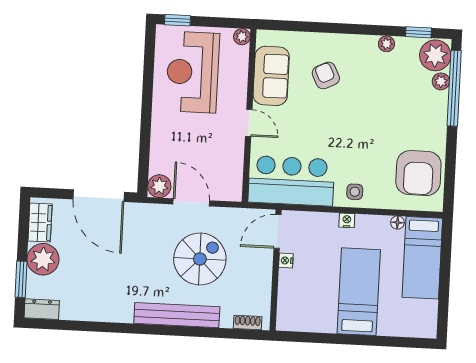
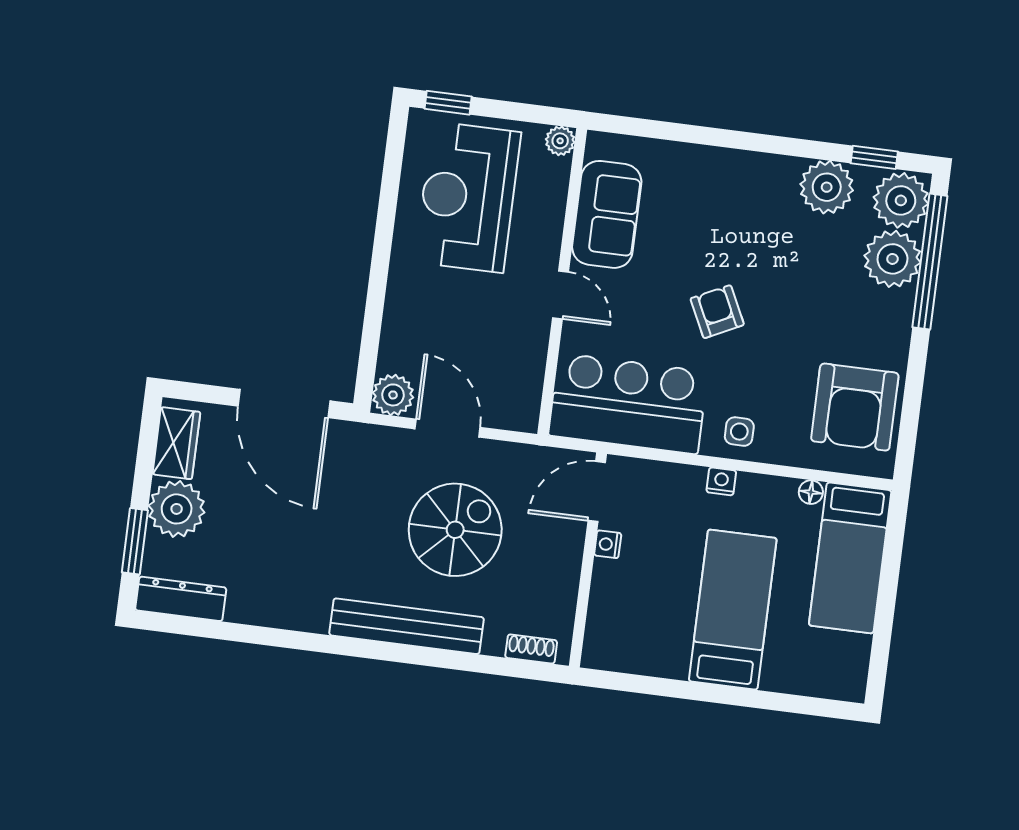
plant: (387, 44) -> (827, 187), width x1.88, depth x1.88
armchair: (326, 75) -> (717, 312), moved
plant: (441, 81) -> (892, 259), width x1.87, depth x1.87
dresser: (42, 309) -> (181, 599), width x1.44

